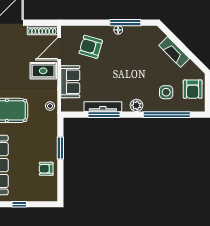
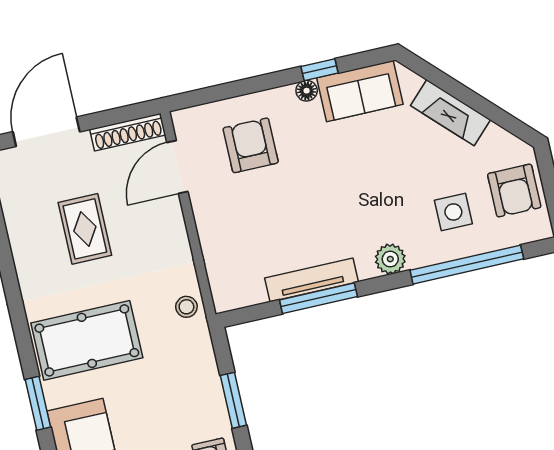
window: (125, 23) -> (319, 70), width x0.46
armchair: (91, 47) -> (251, 145), turned 74
rug: (43, 71) -> (85, 229), moved, turned 90
sofa: (70, 82) -> (360, 91), moved, turned 90

